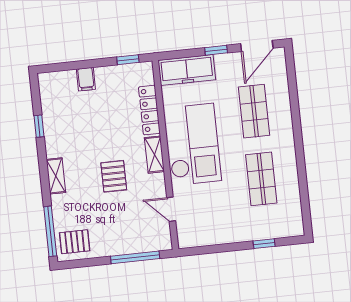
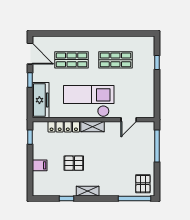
shelving: (56, 176) -> (88, 191), moved
pallet: (114, 176) -> (74, 163), moved

